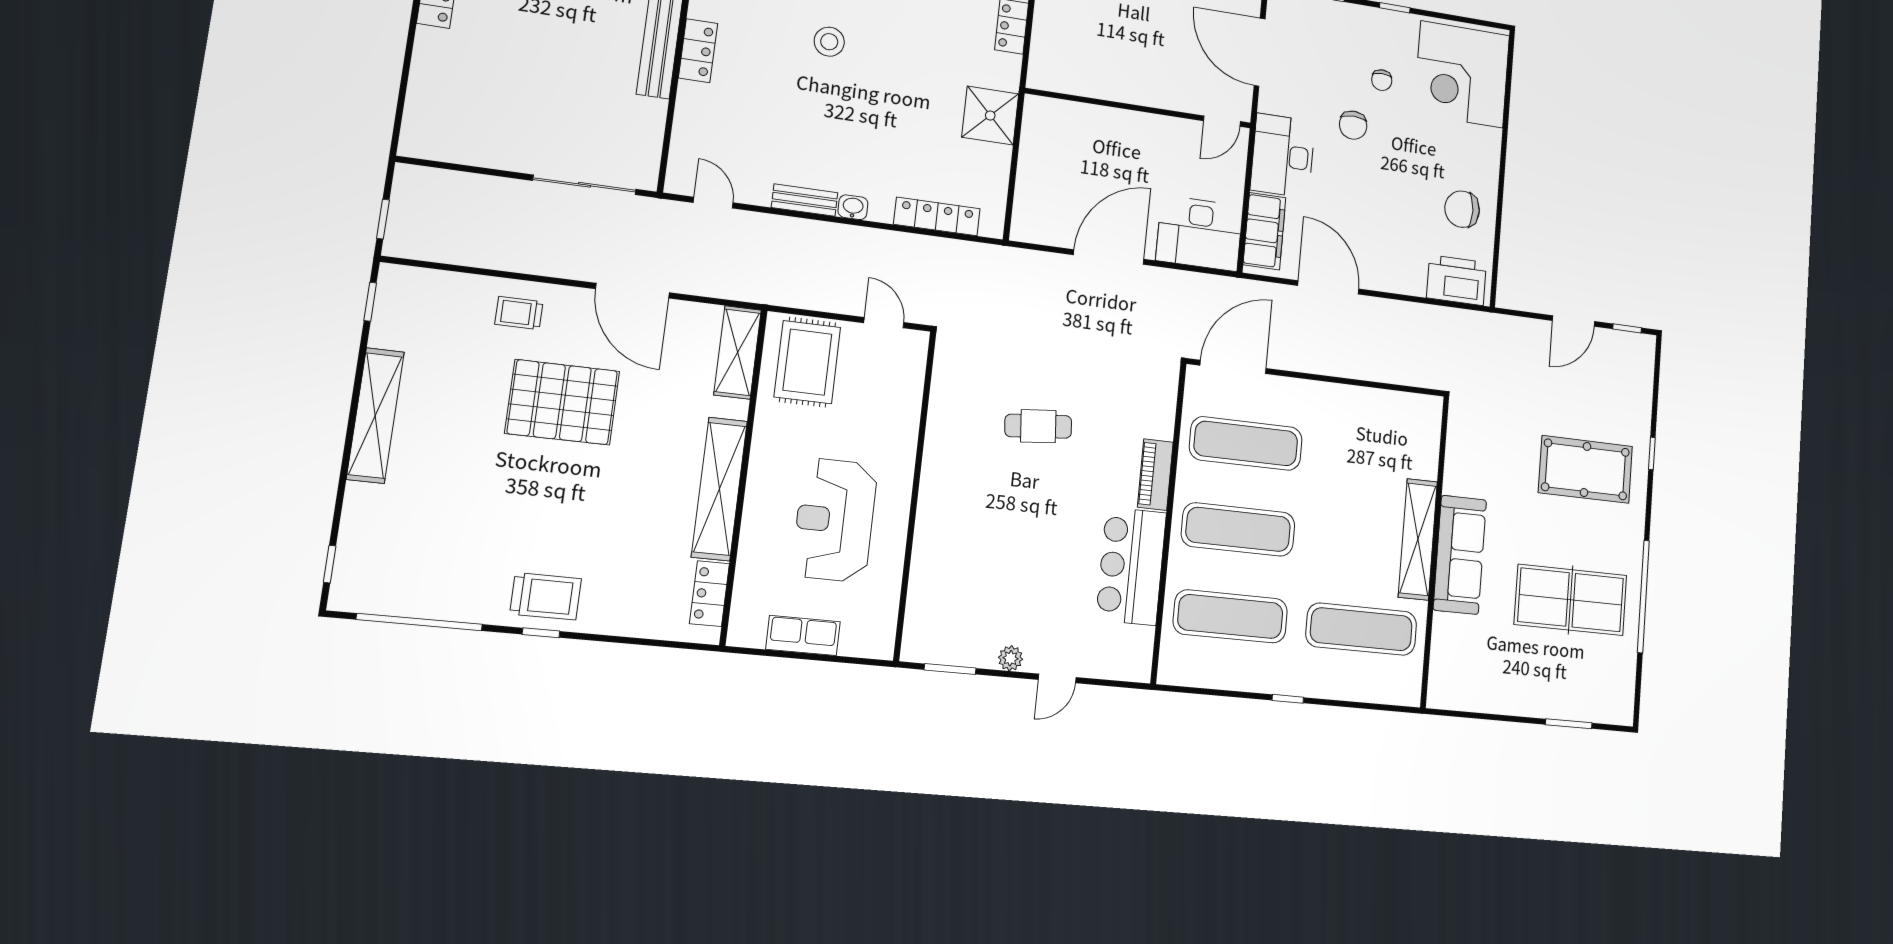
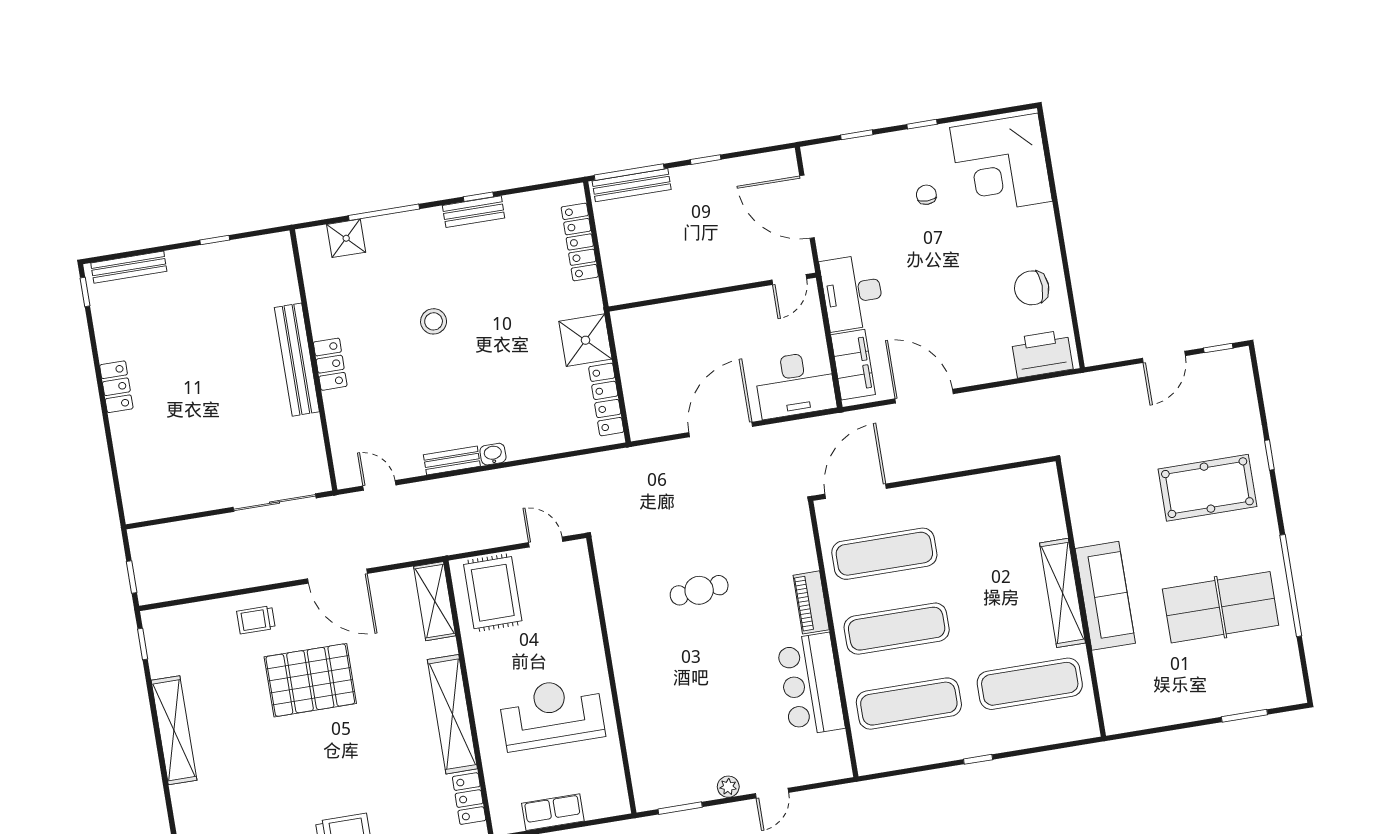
chair: (1382, 80) -> (926, 195), turned 180
chair: (1353, 125) -> (910, 244), removed
locker: (937, 216) -> (606, 399), moved, turned -90
reception desk: (835, 520) -> (552, 714), turned 90

